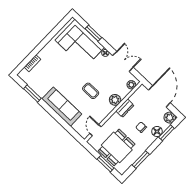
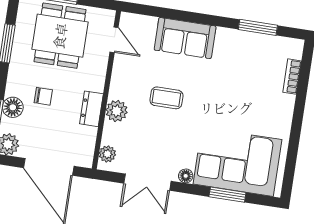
sofa: (62, 107) -> (185, 38), width x0.73

